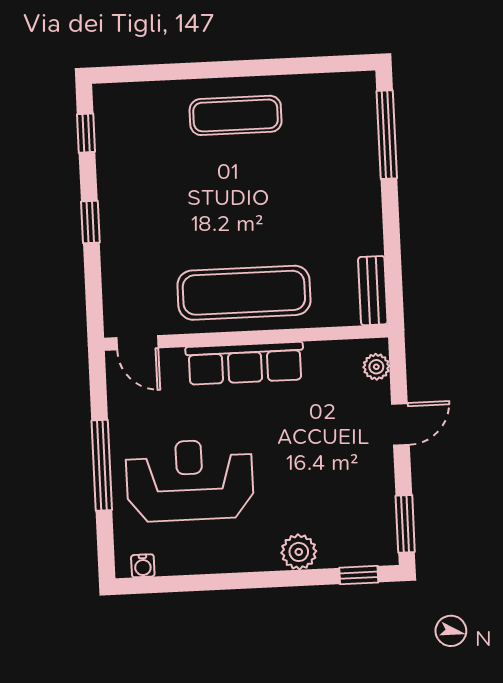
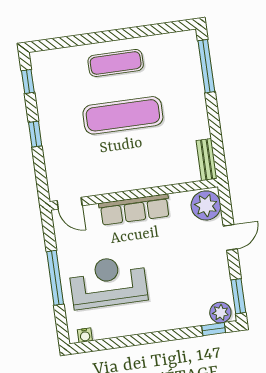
exercise mat: (244, 293) -> (123, 115), moved
plant: (376, 367) -> (206, 205), width x1.87, depth x1.87
plant: (299, 552) -> (220, 313), moved

